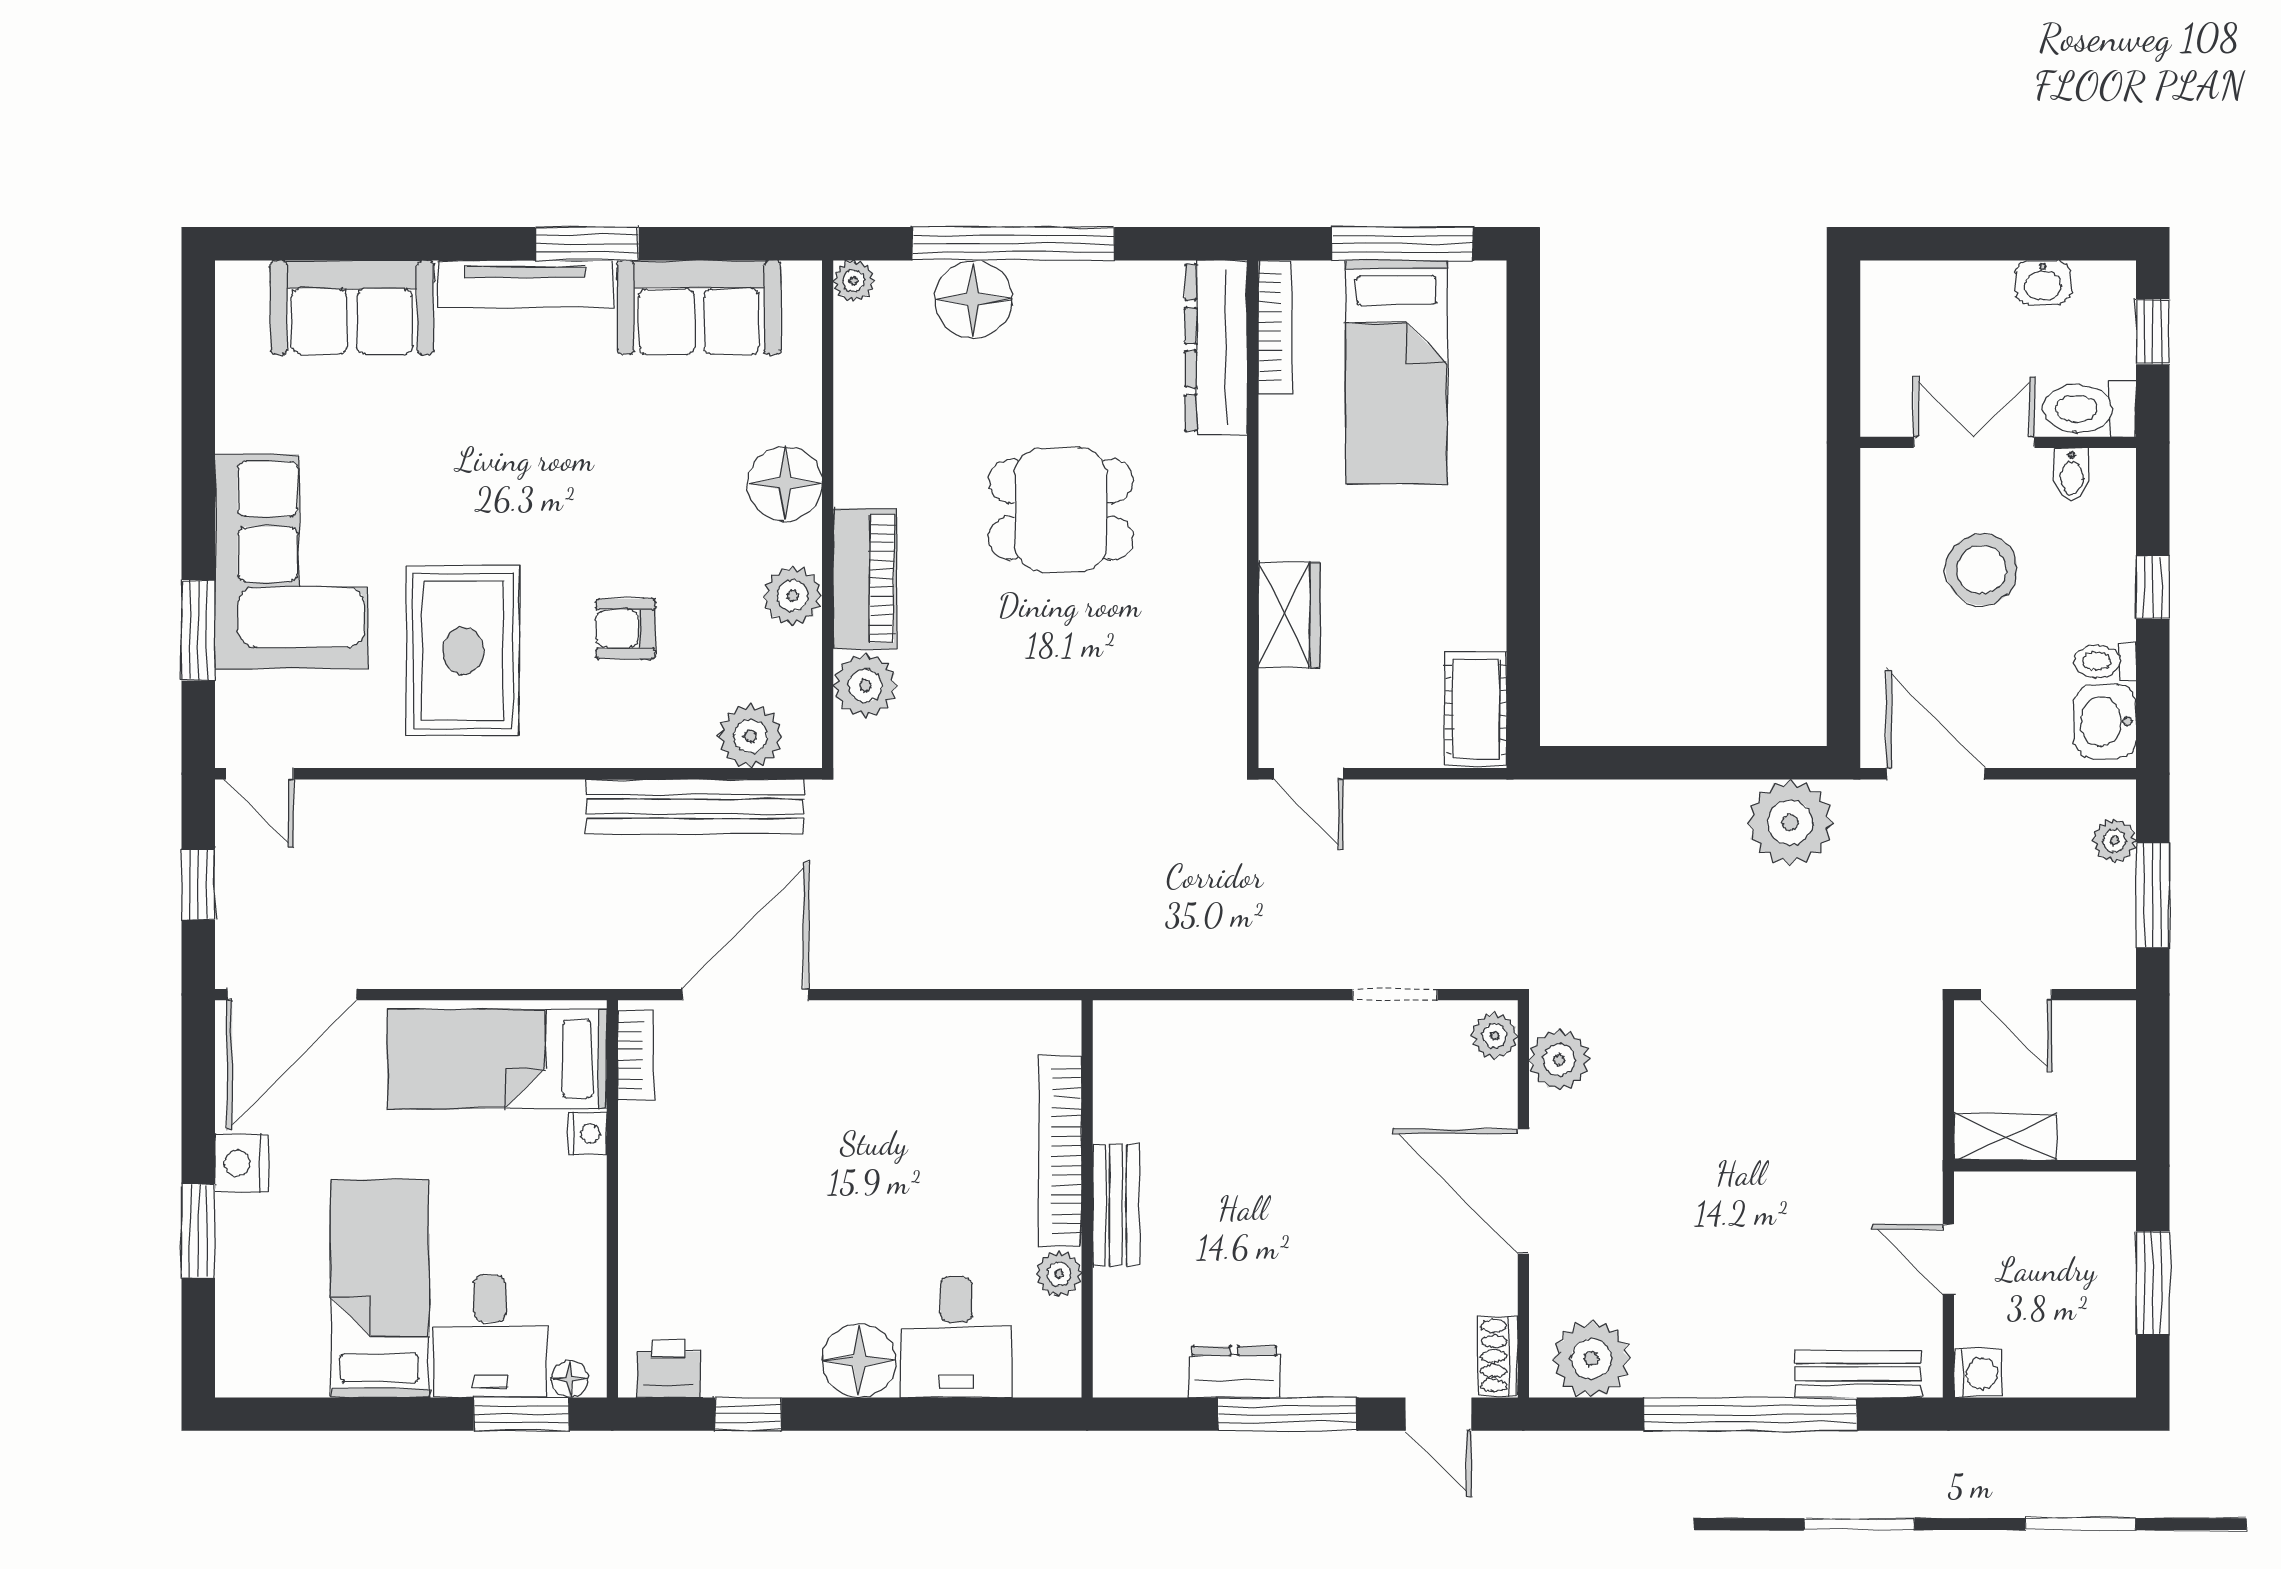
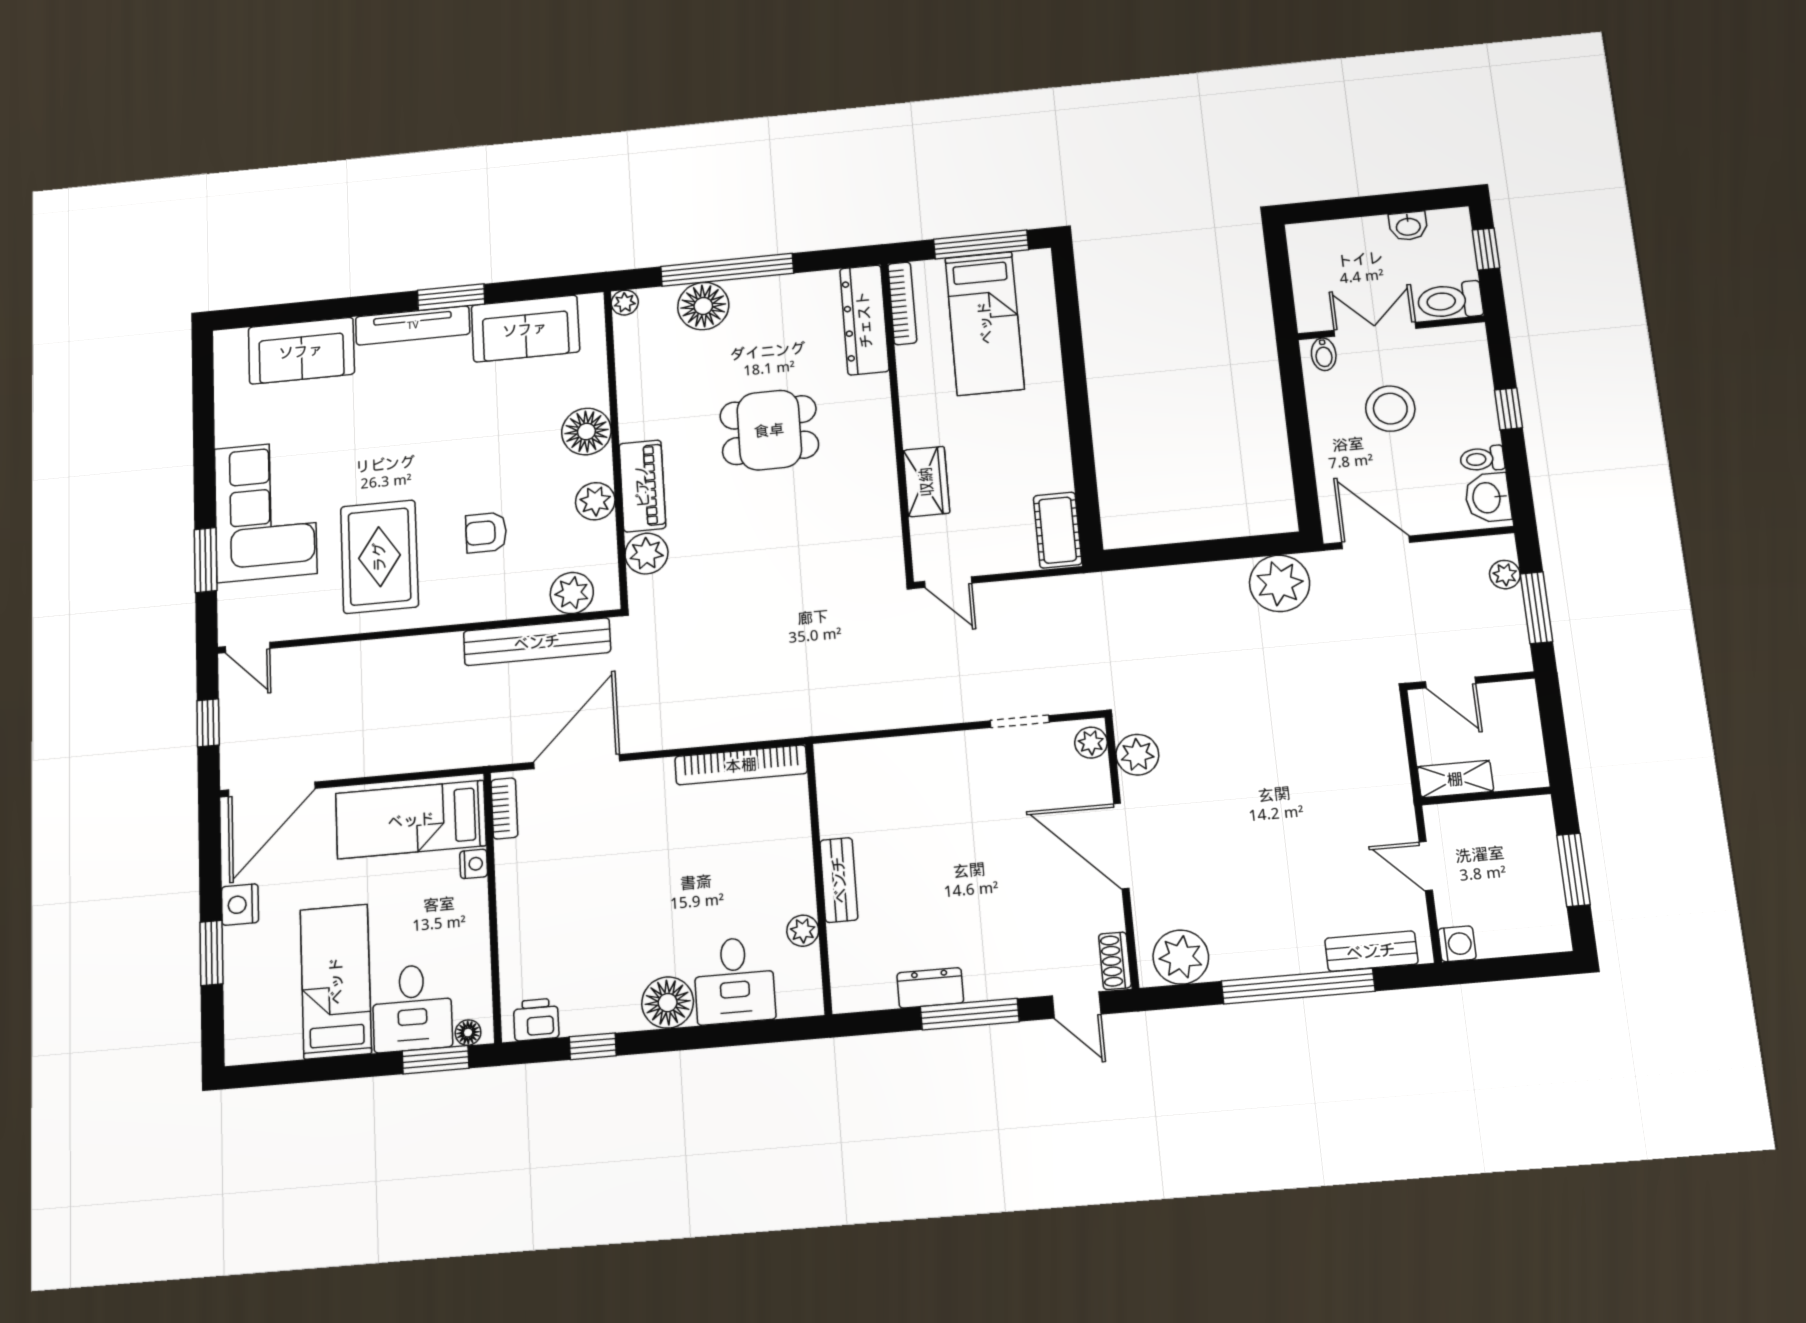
bidet: (2072, 474) -> (1324, 354), moved
bookcase: (1060, 1151) -> (741, 765), moved, turned -90

